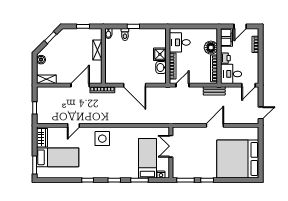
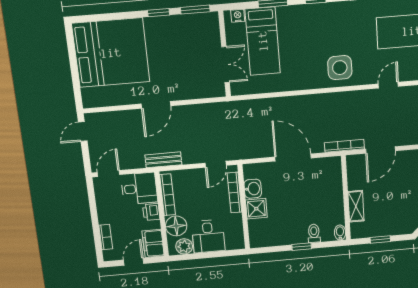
plant: (207, 34) -> (184, 246), added
desk: (180, 42) -> (208, 236), moved, turned 90

